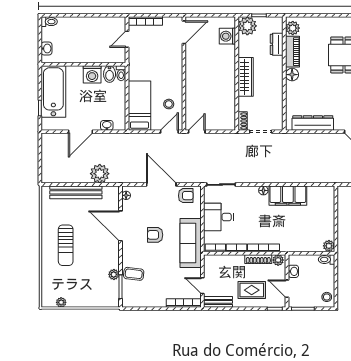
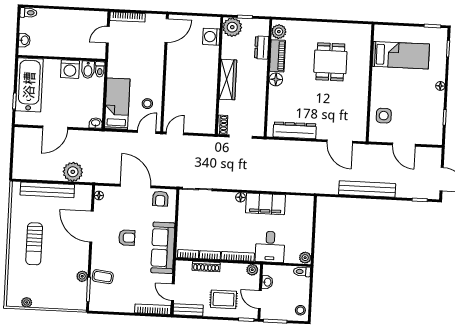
washbasin: (107, 125) -> (96, 123), moved
armchair: (186, 196) -> (160, 199), turned 90
desk: (219, 217) -> (270, 247), moved, turned -90
armchair: (155, 235) -> (127, 238), turned 180
shoe rack: (258, 259) -> (206, 266), moved

